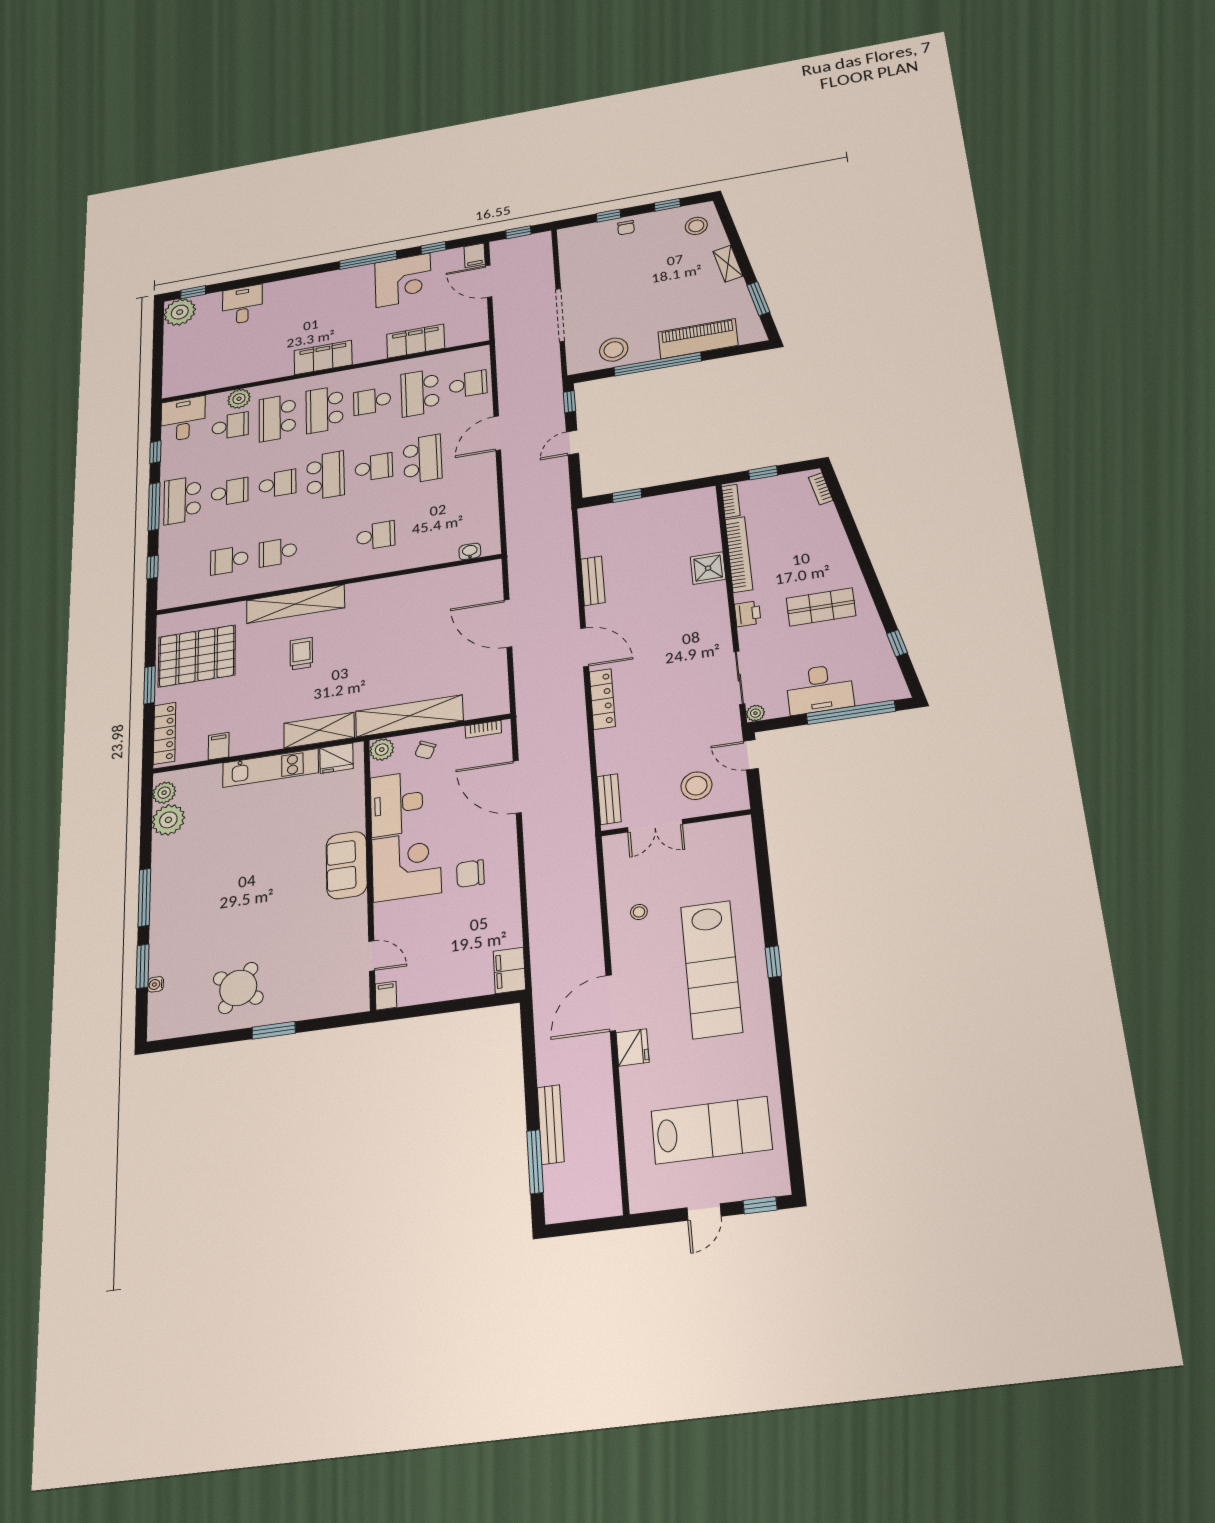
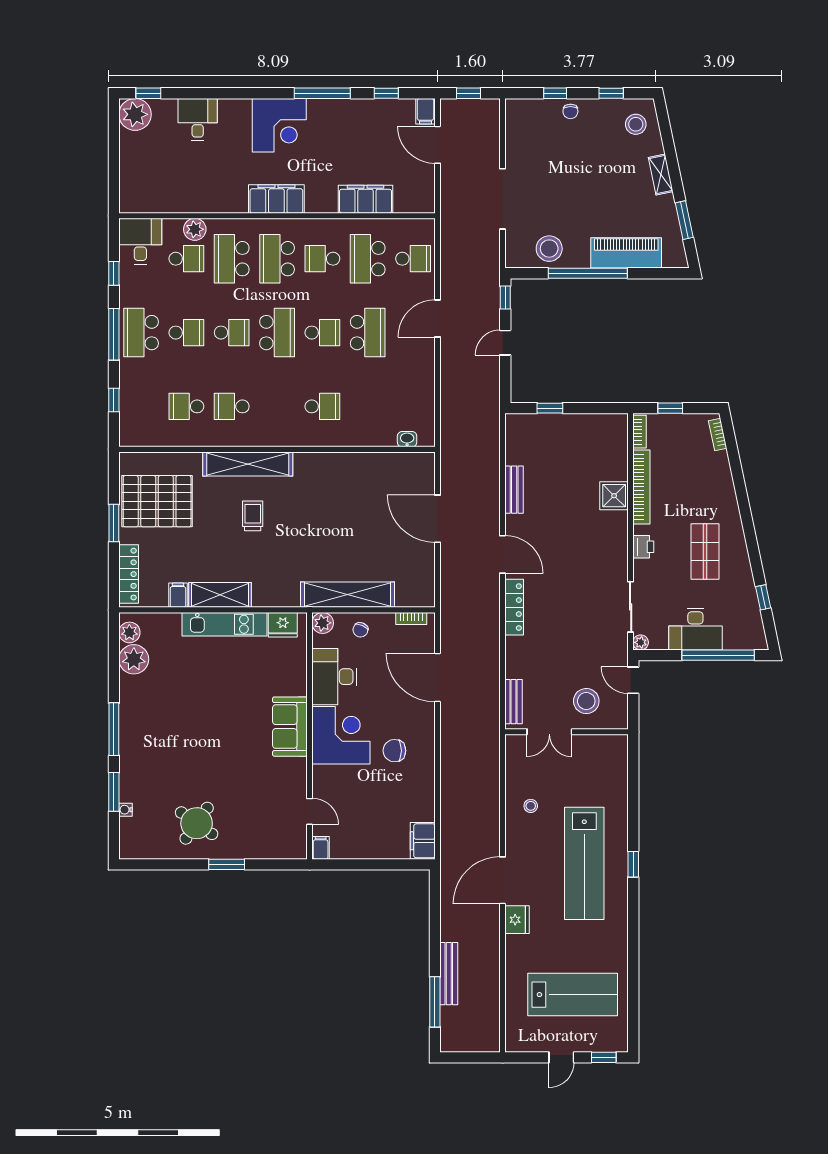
corner desk: (403, 280) -> (279, 125), moved
shop shelf: (821, 607) -> (705, 552), turned 90
shelving: (319, 730) -> (220, 595), moved

